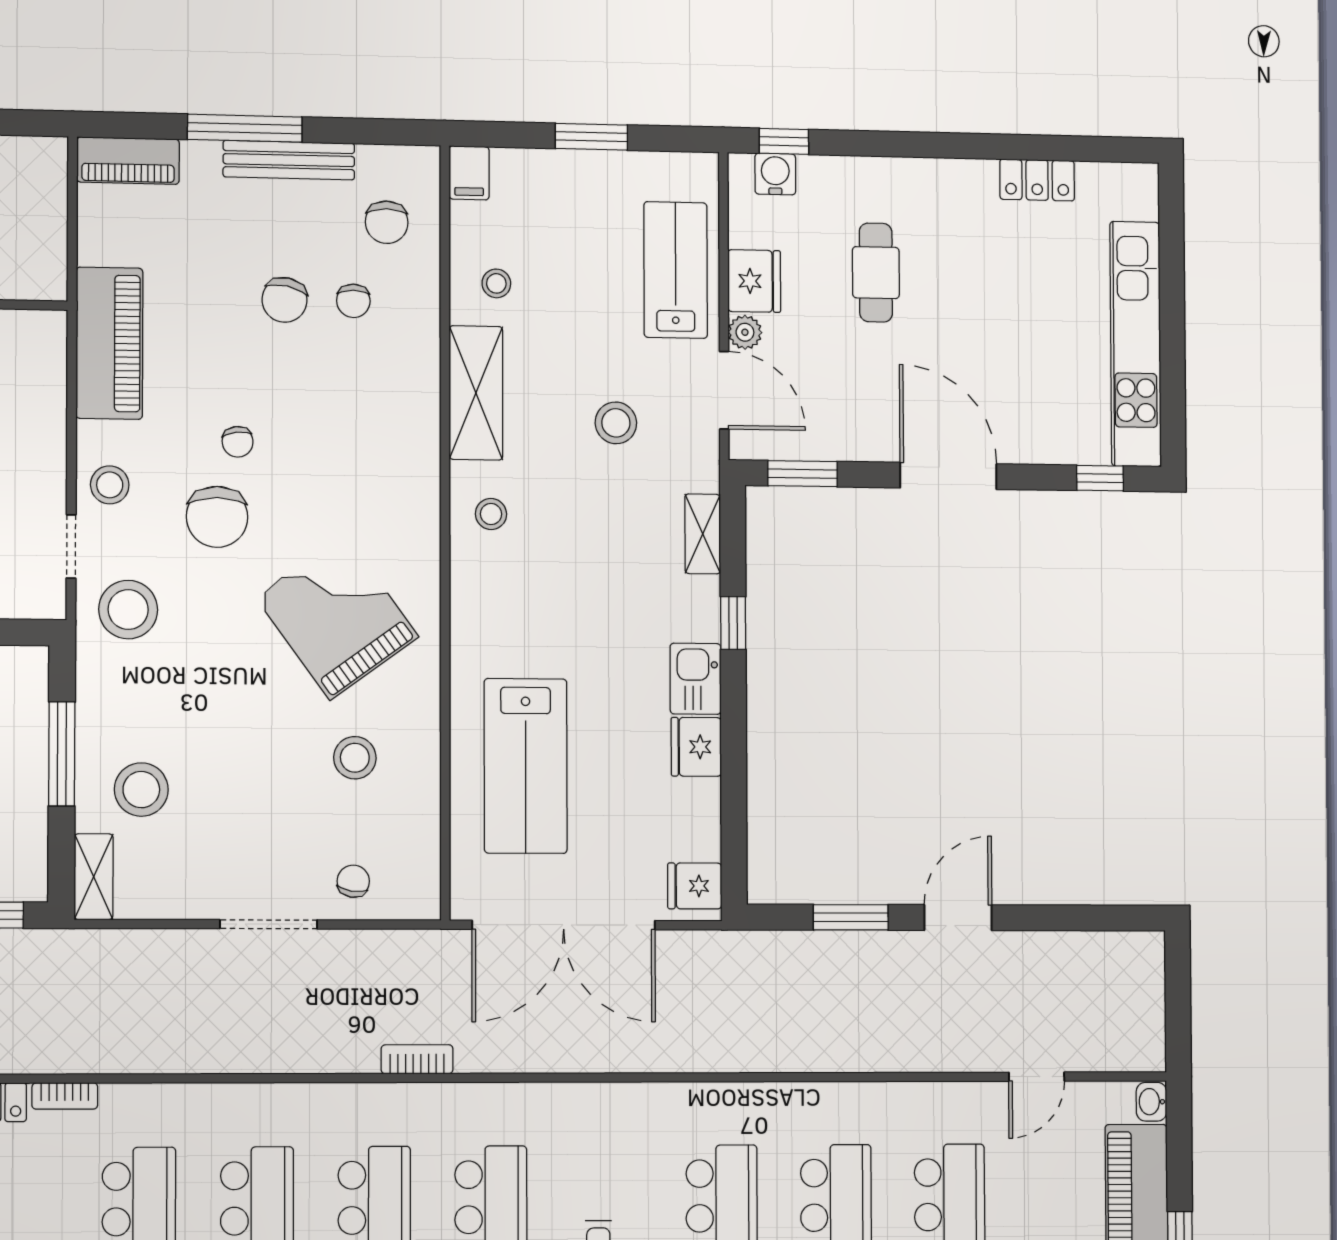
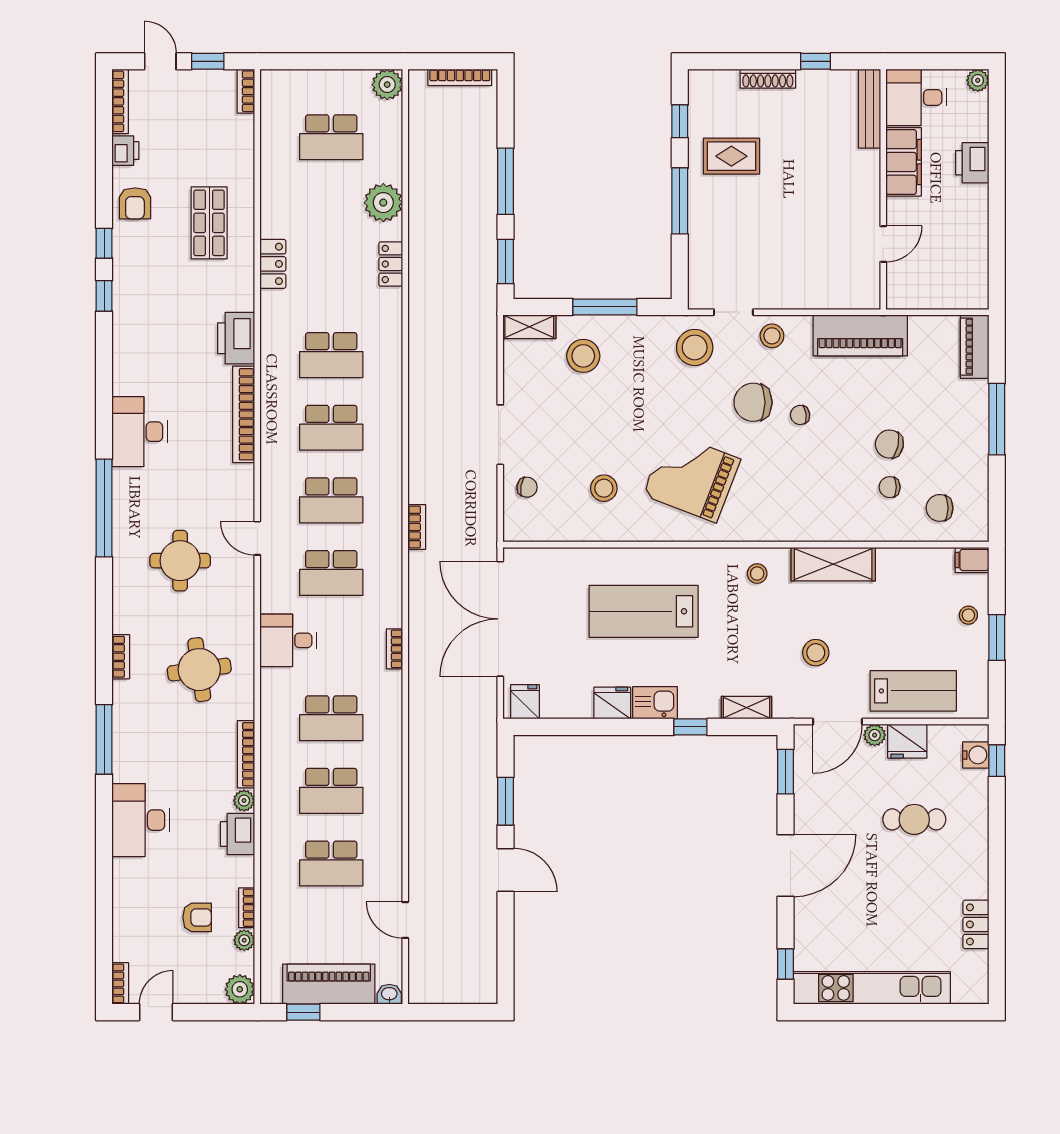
bench: (289, 160) -> (977, 447), removed
stool: (496, 283) -> (968, 615), moved
grand piano: (337, 617) -> (692, 477), turned -123
lab bench: (526, 766) -> (644, 611), moved
bookcase: (65, 1096) -> (394, 649), moved

